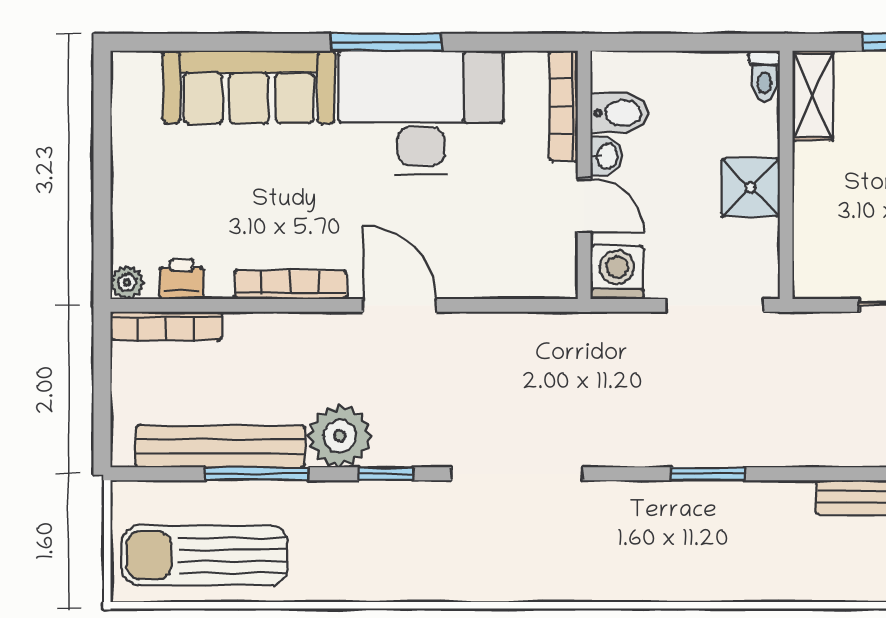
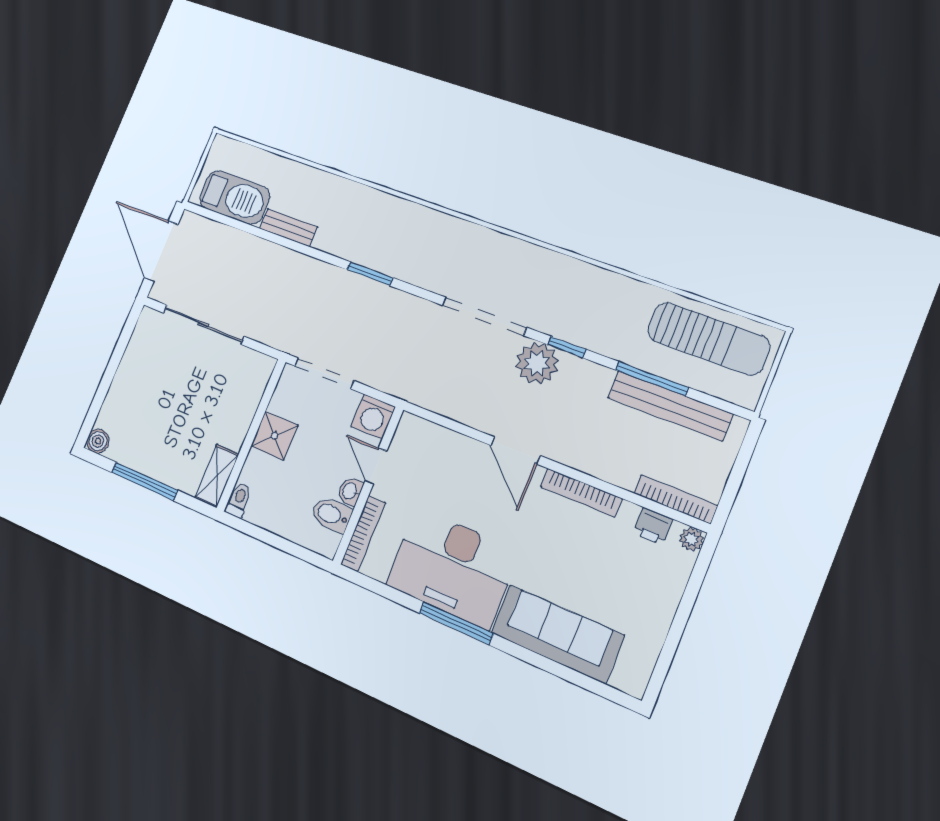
plant: (340, 436) -> (537, 363), moved

